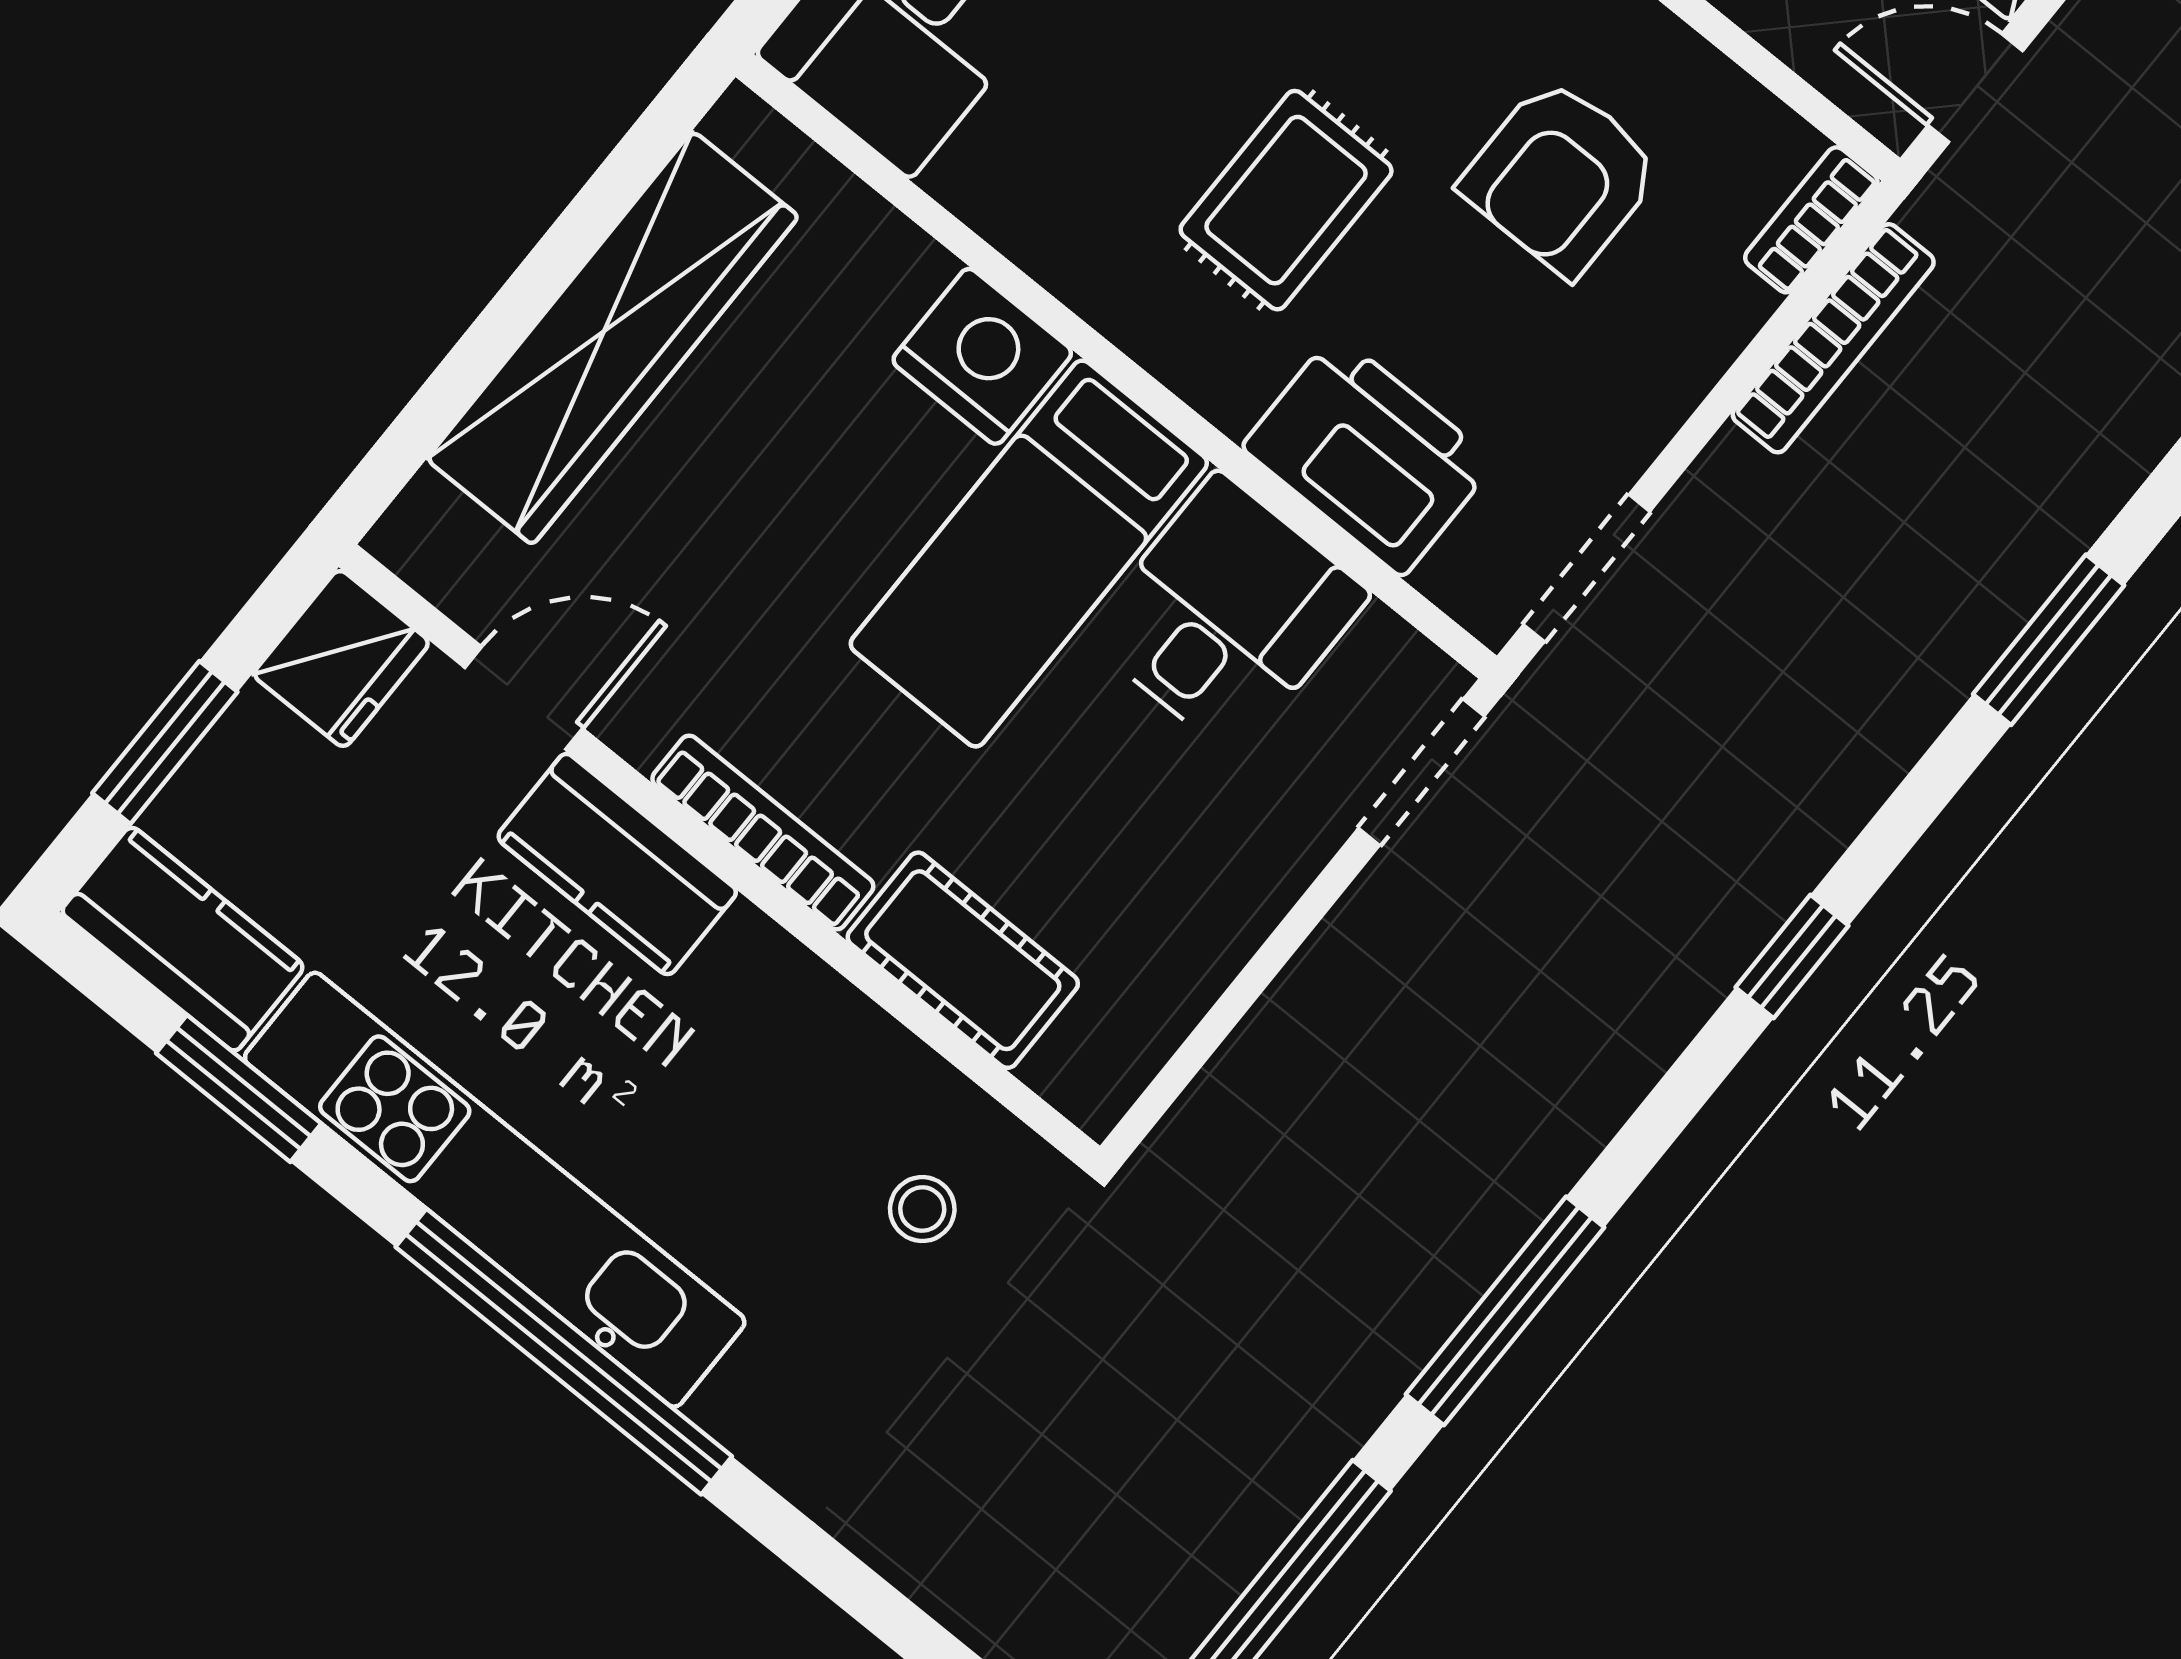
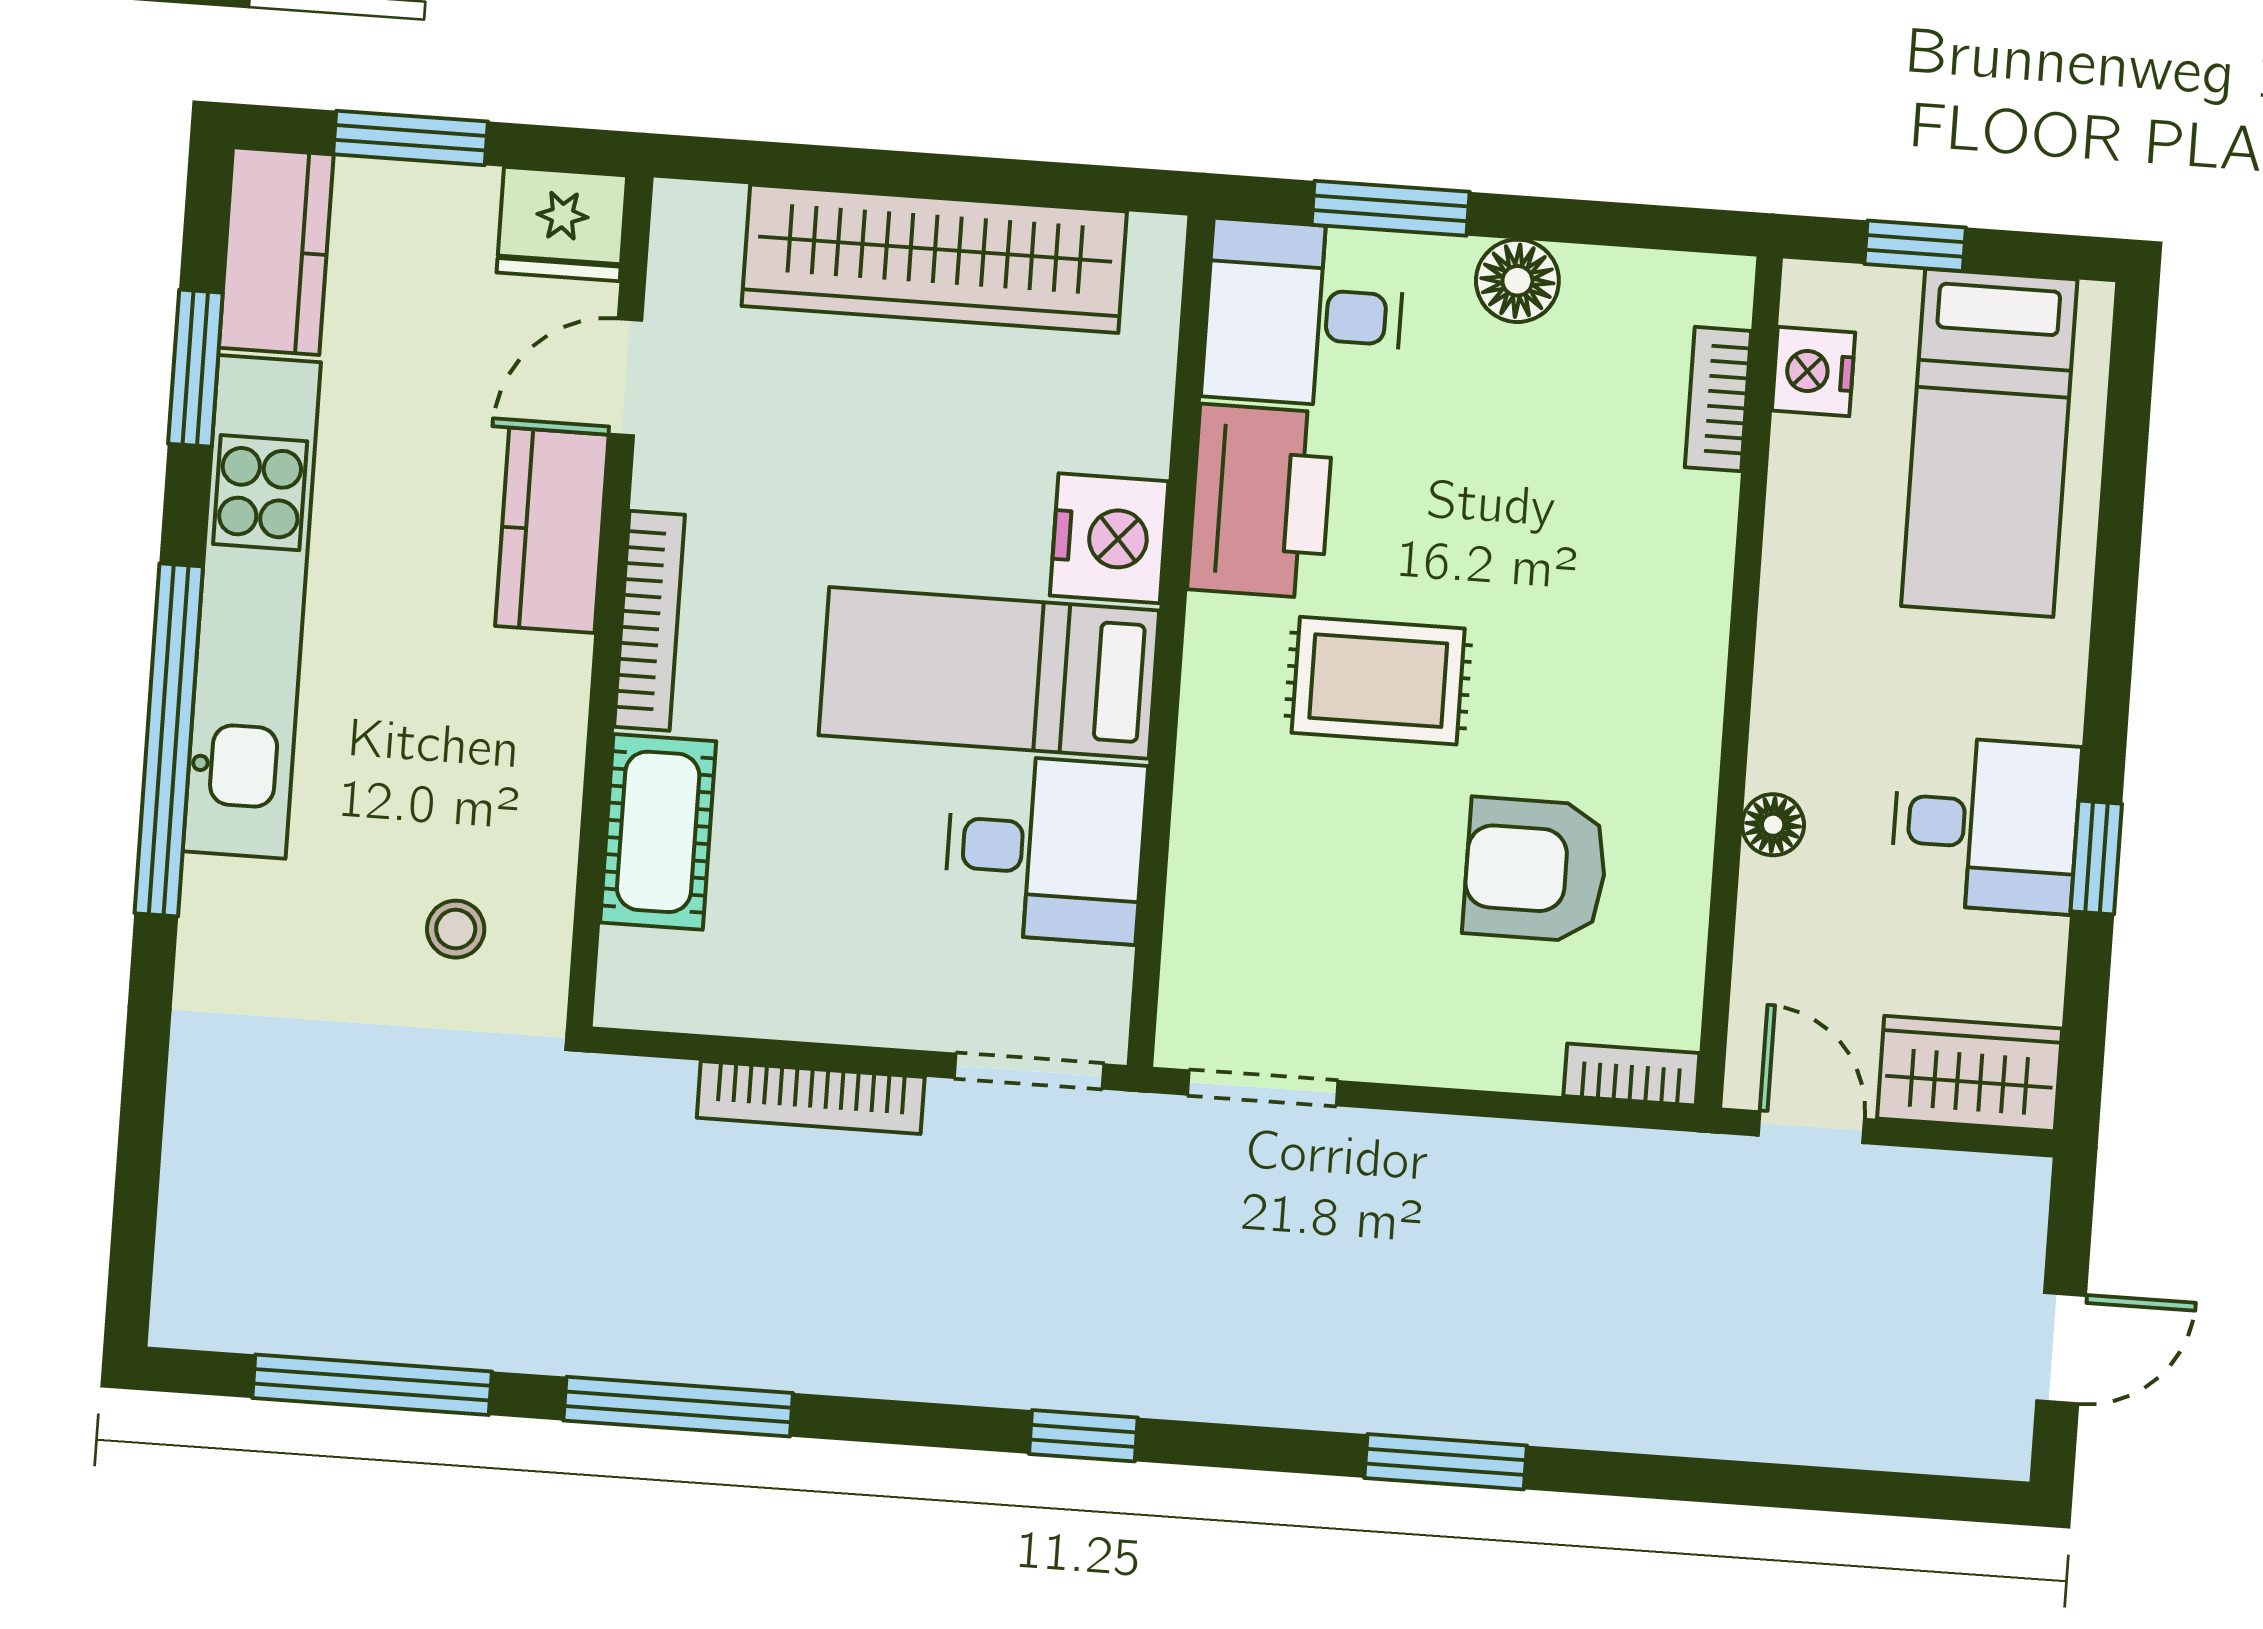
bookcase: (1833, 338) -> (811, 1097), moved
printer: (1368, 455) -> (1261, 501), moved
door: (524, 698) -> (626, 377), swing flipped

